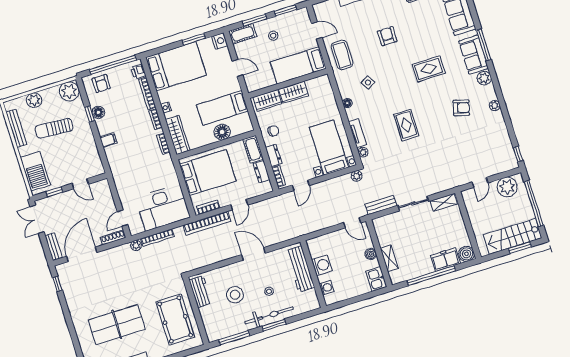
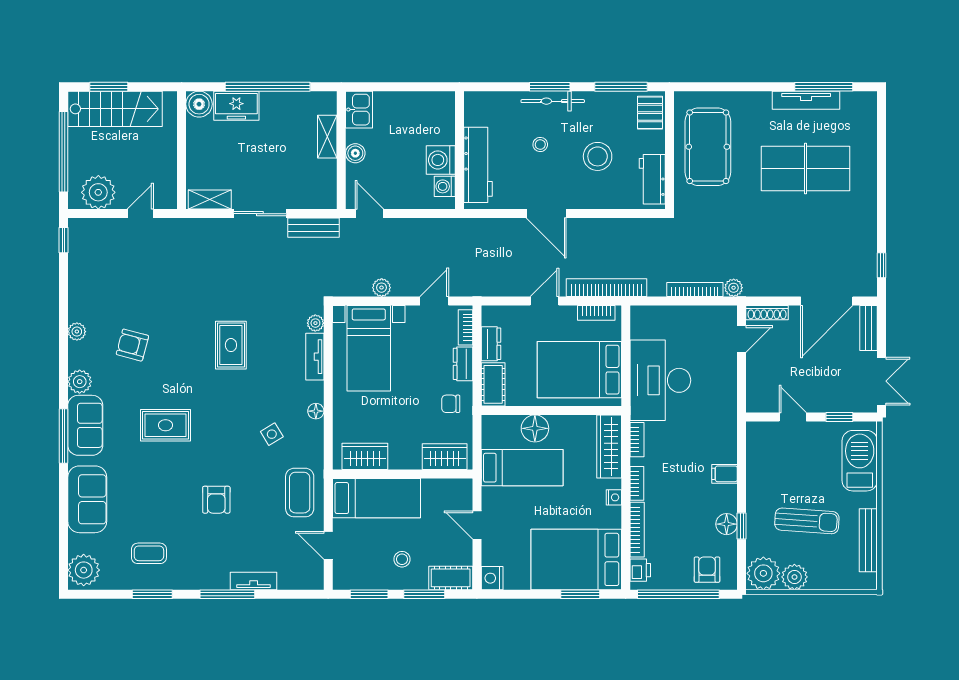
window: (194, 39) -> (580, 594), moved
wardrobe: (294, 92) -> (365, 456), moved
plant: (34, 100) -> (794, 577), moved
plant: (357, 176) -> (382, 288), moved
desk: (163, 208) -> (660, 380), moved, turned -90
washing machine: (326, 288) -> (445, 186), moved
bicycle: (269, 315) -> (553, 101), width x0.73, depth x0.71
pallet: (213, 328) -> (650, 113), added

